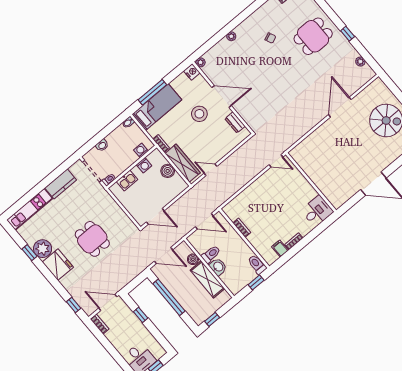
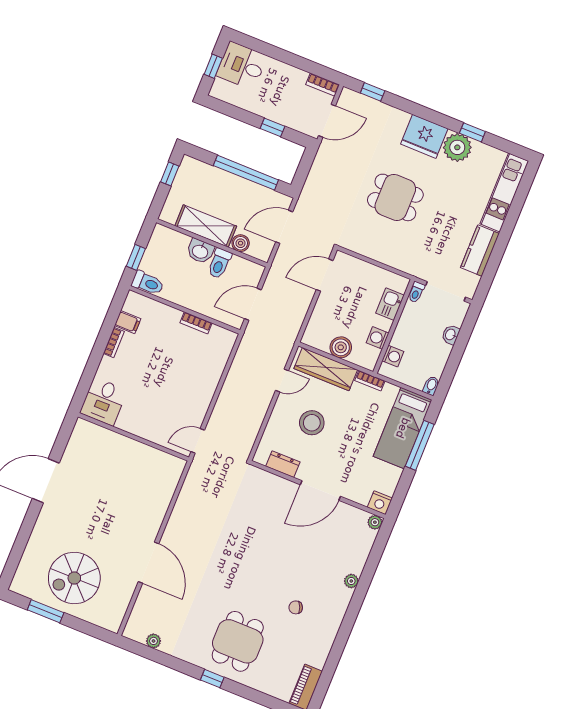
window: (348, 34) -> (212, 679), moved
stool: (199, 114) -> (312, 423), moved

